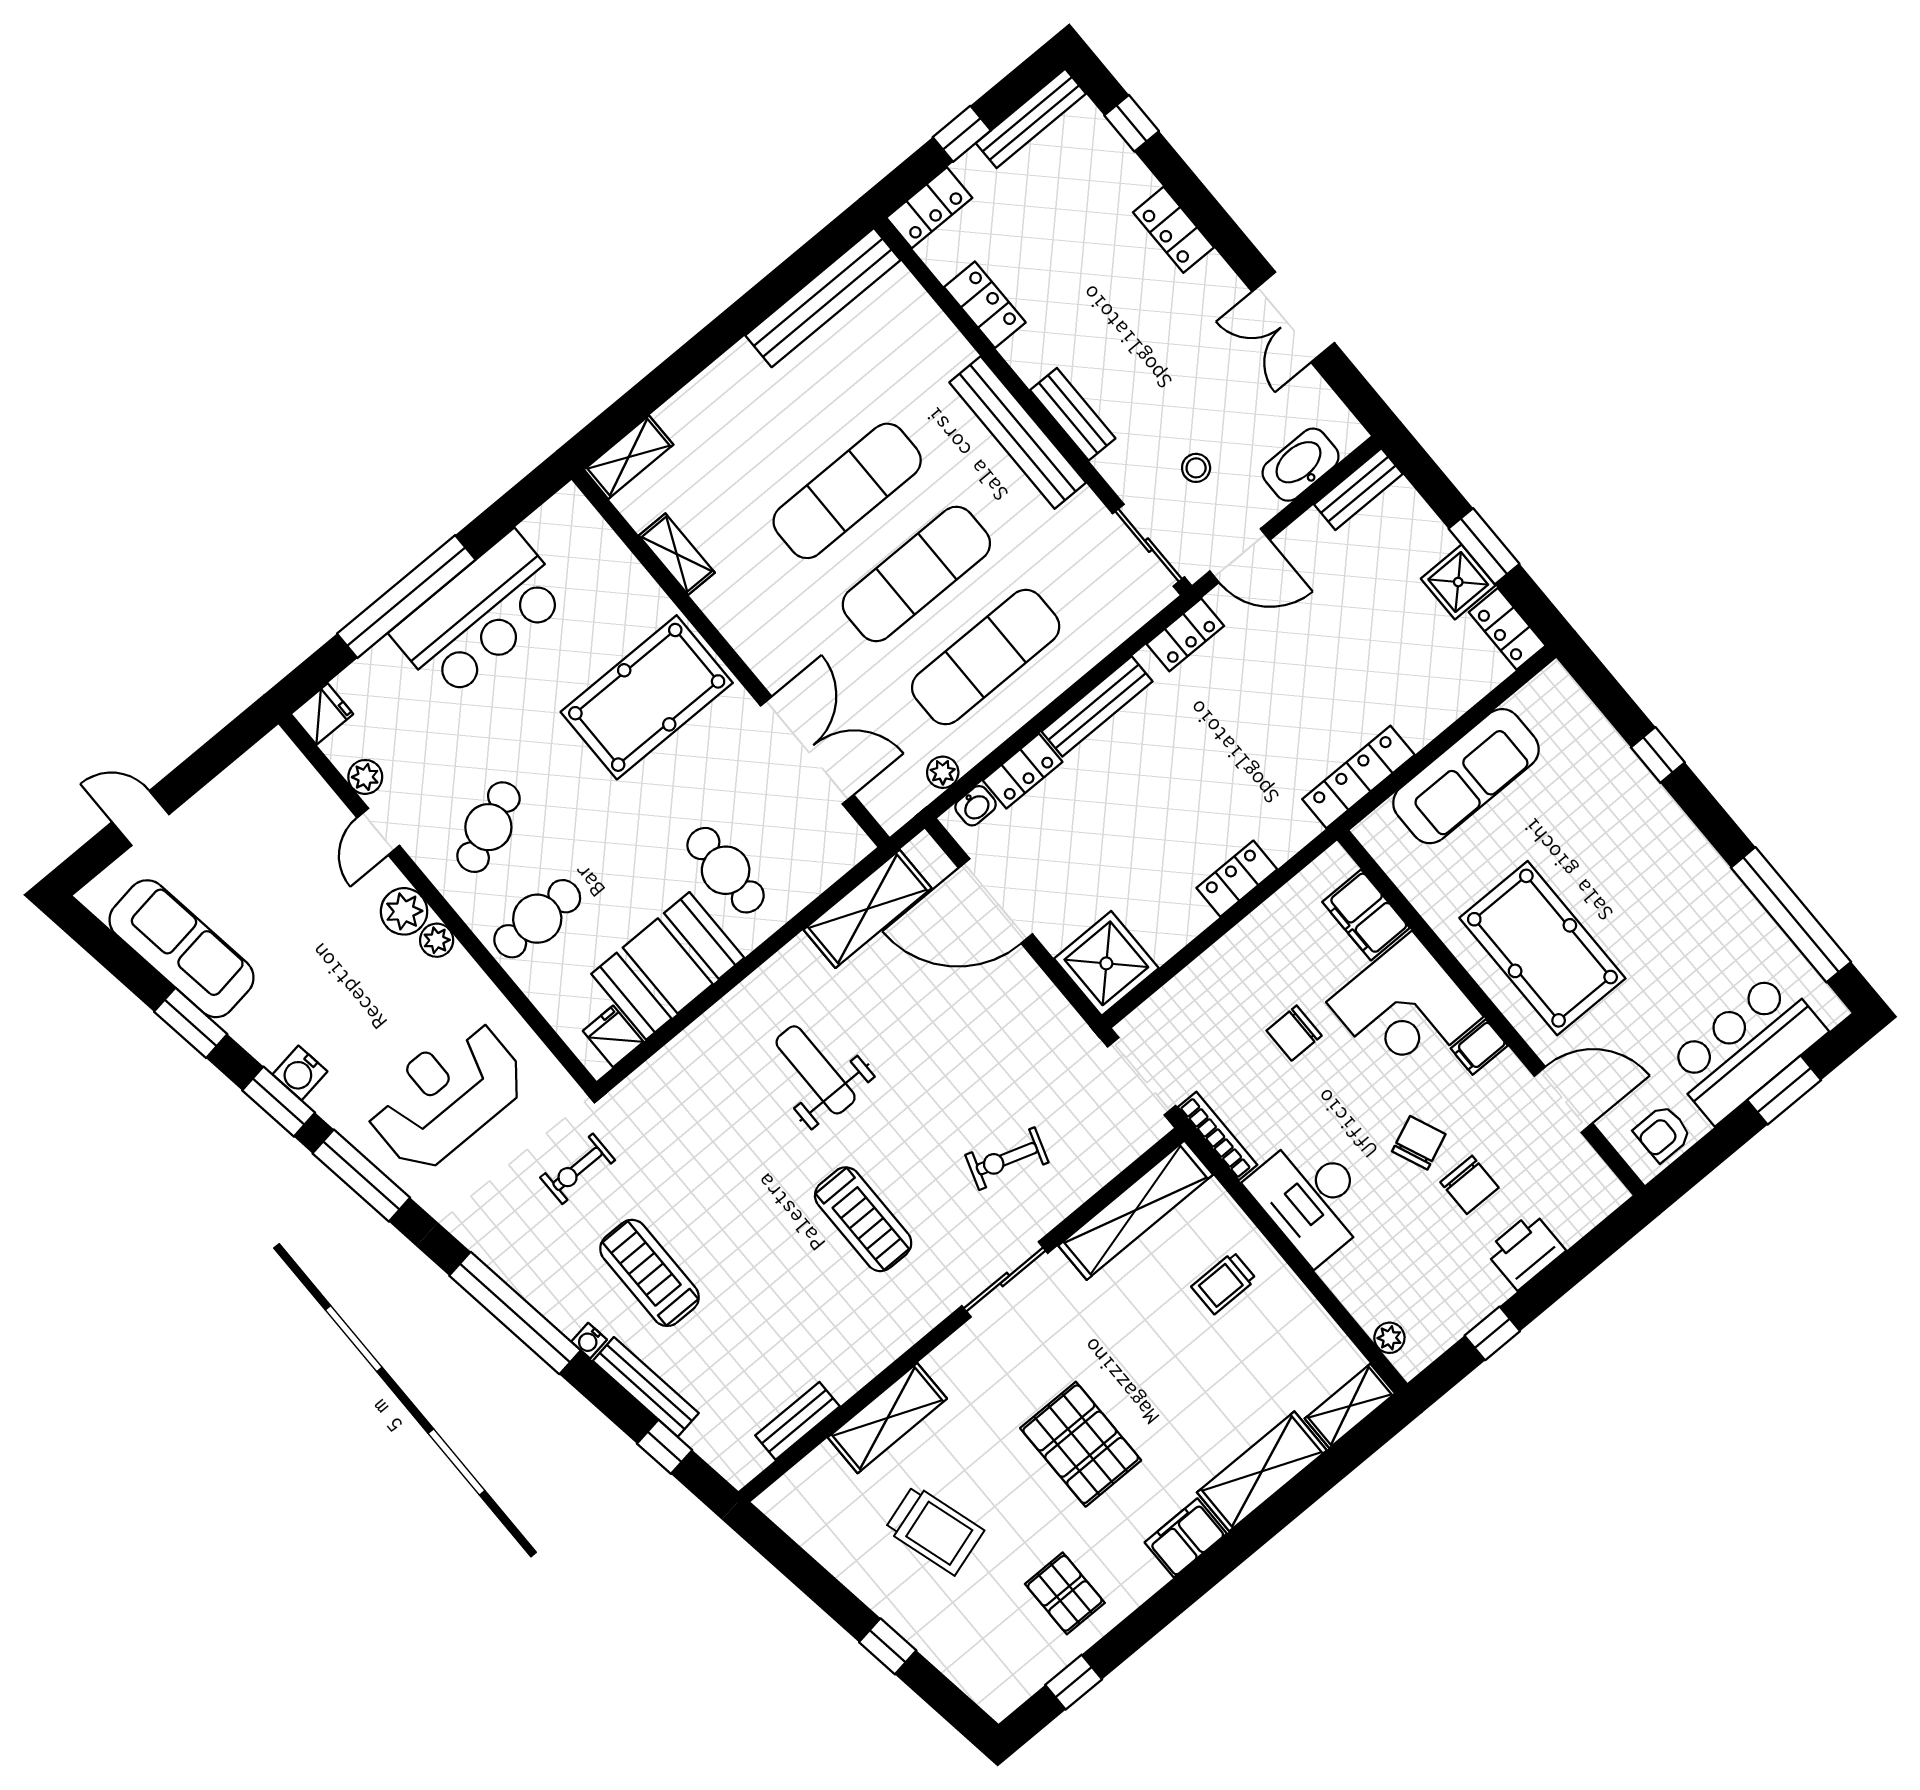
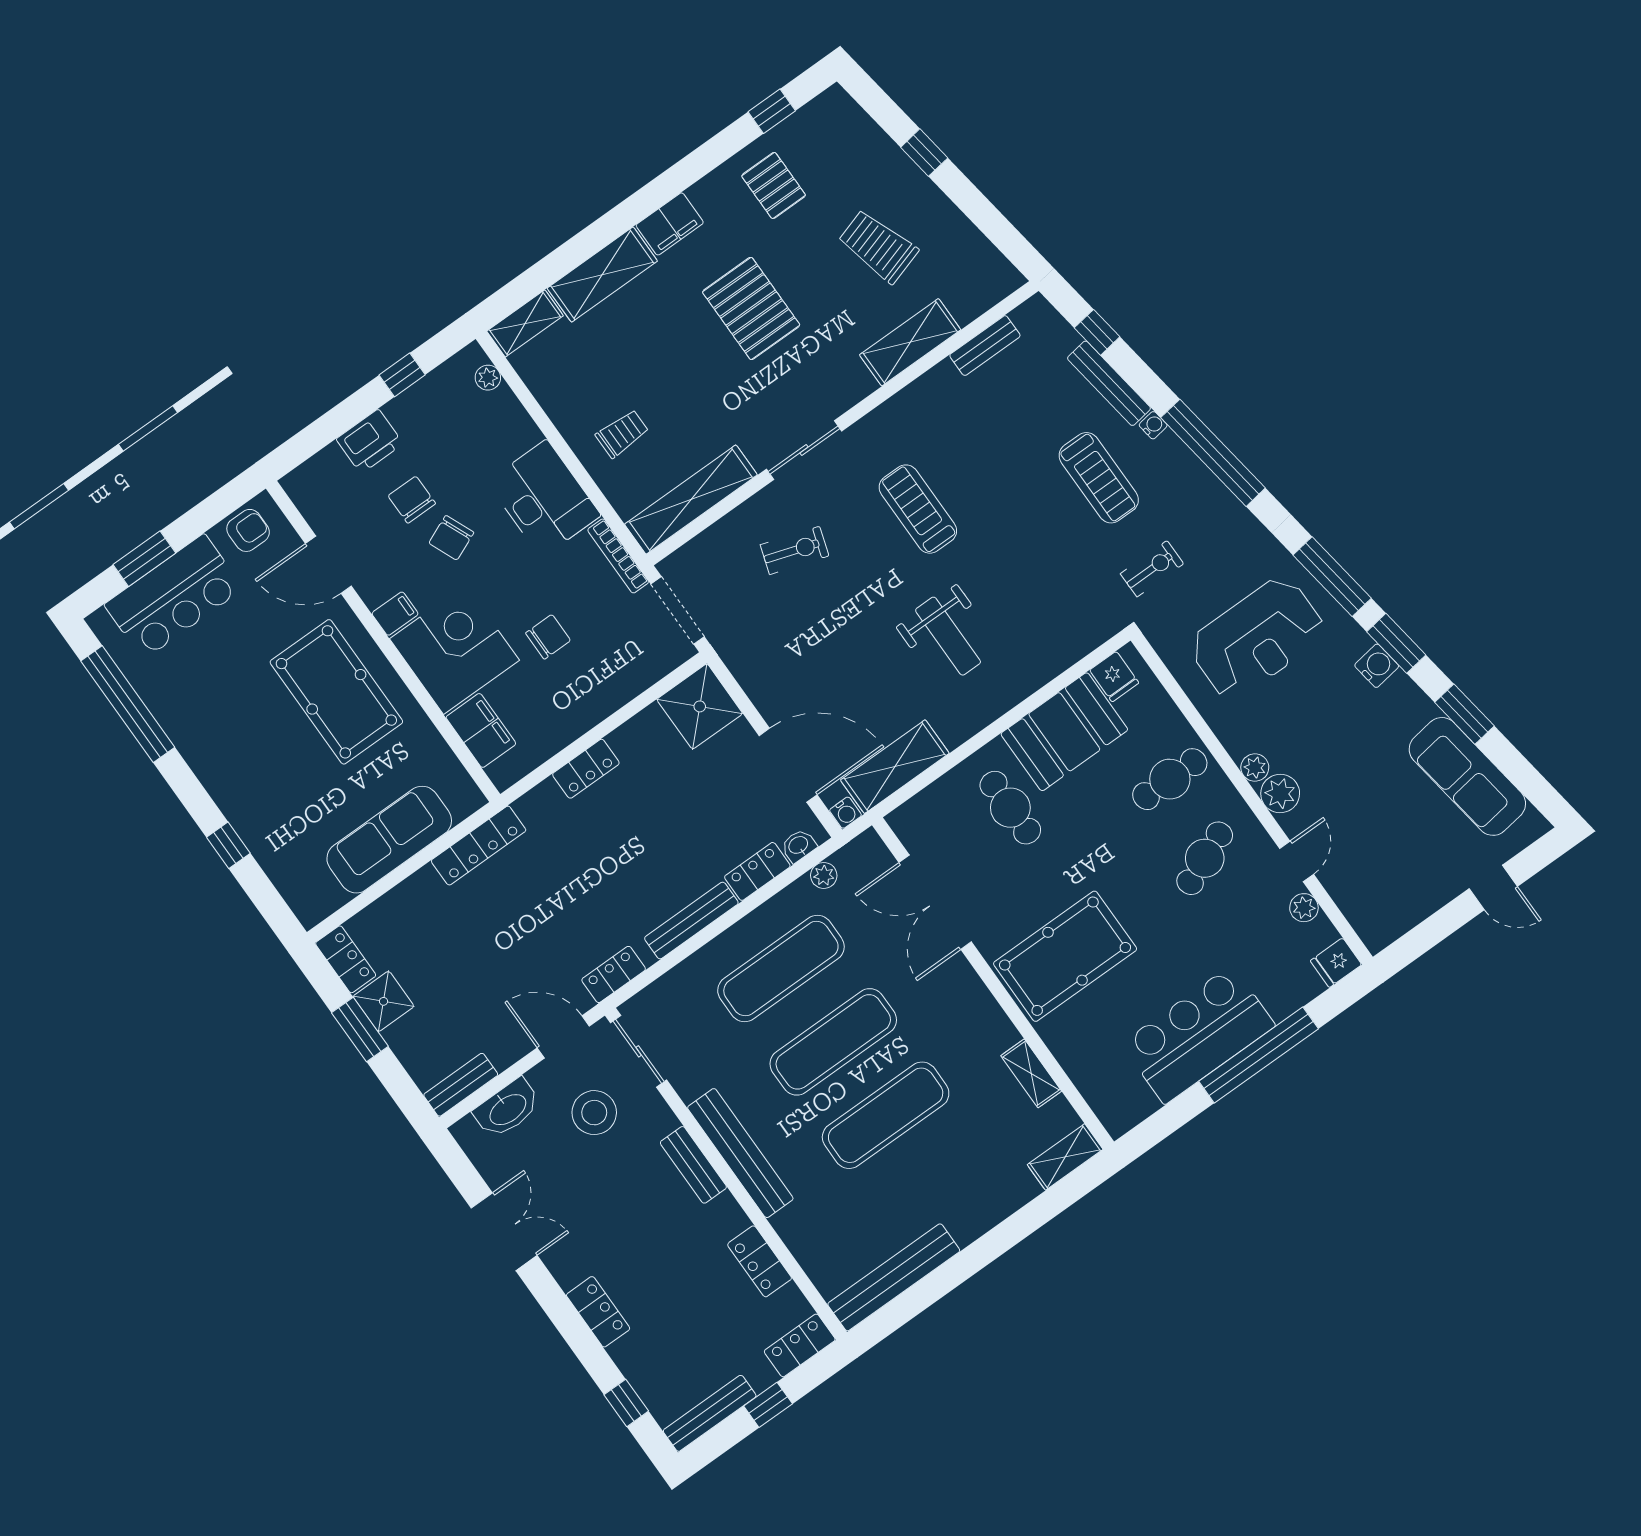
stool: (1196, 468) -> (594, 1113), width x1.89, depth x1.89
water cooler: (922, 849) -> (845, 813), added

